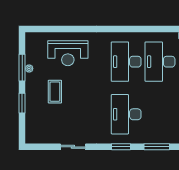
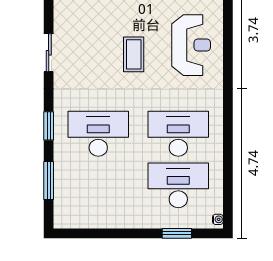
reception desk: (68, 53) -> (191, 45), turned 180
coffee table: (55, 92) -> (134, 54), moved, turned 90

